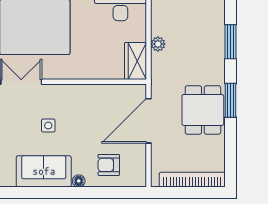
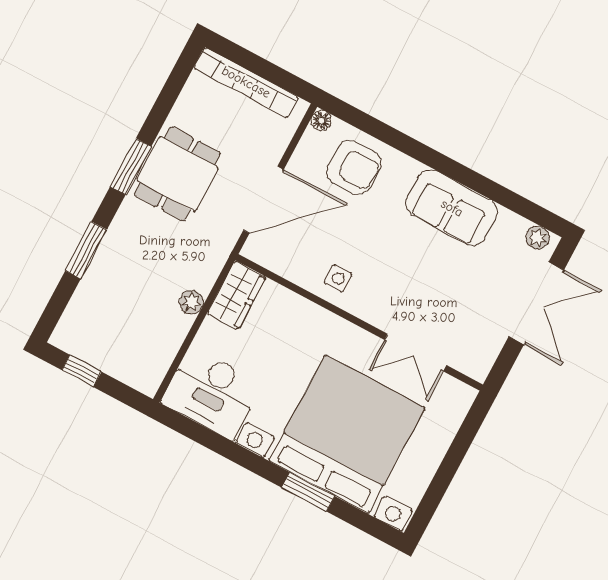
side table: (48, 125) -> (338, 278), moved
armchair: (109, 165) -> (354, 167), width x1.38, depth x1.38
floor lamp: (79, 181) -> (321, 120), moved

